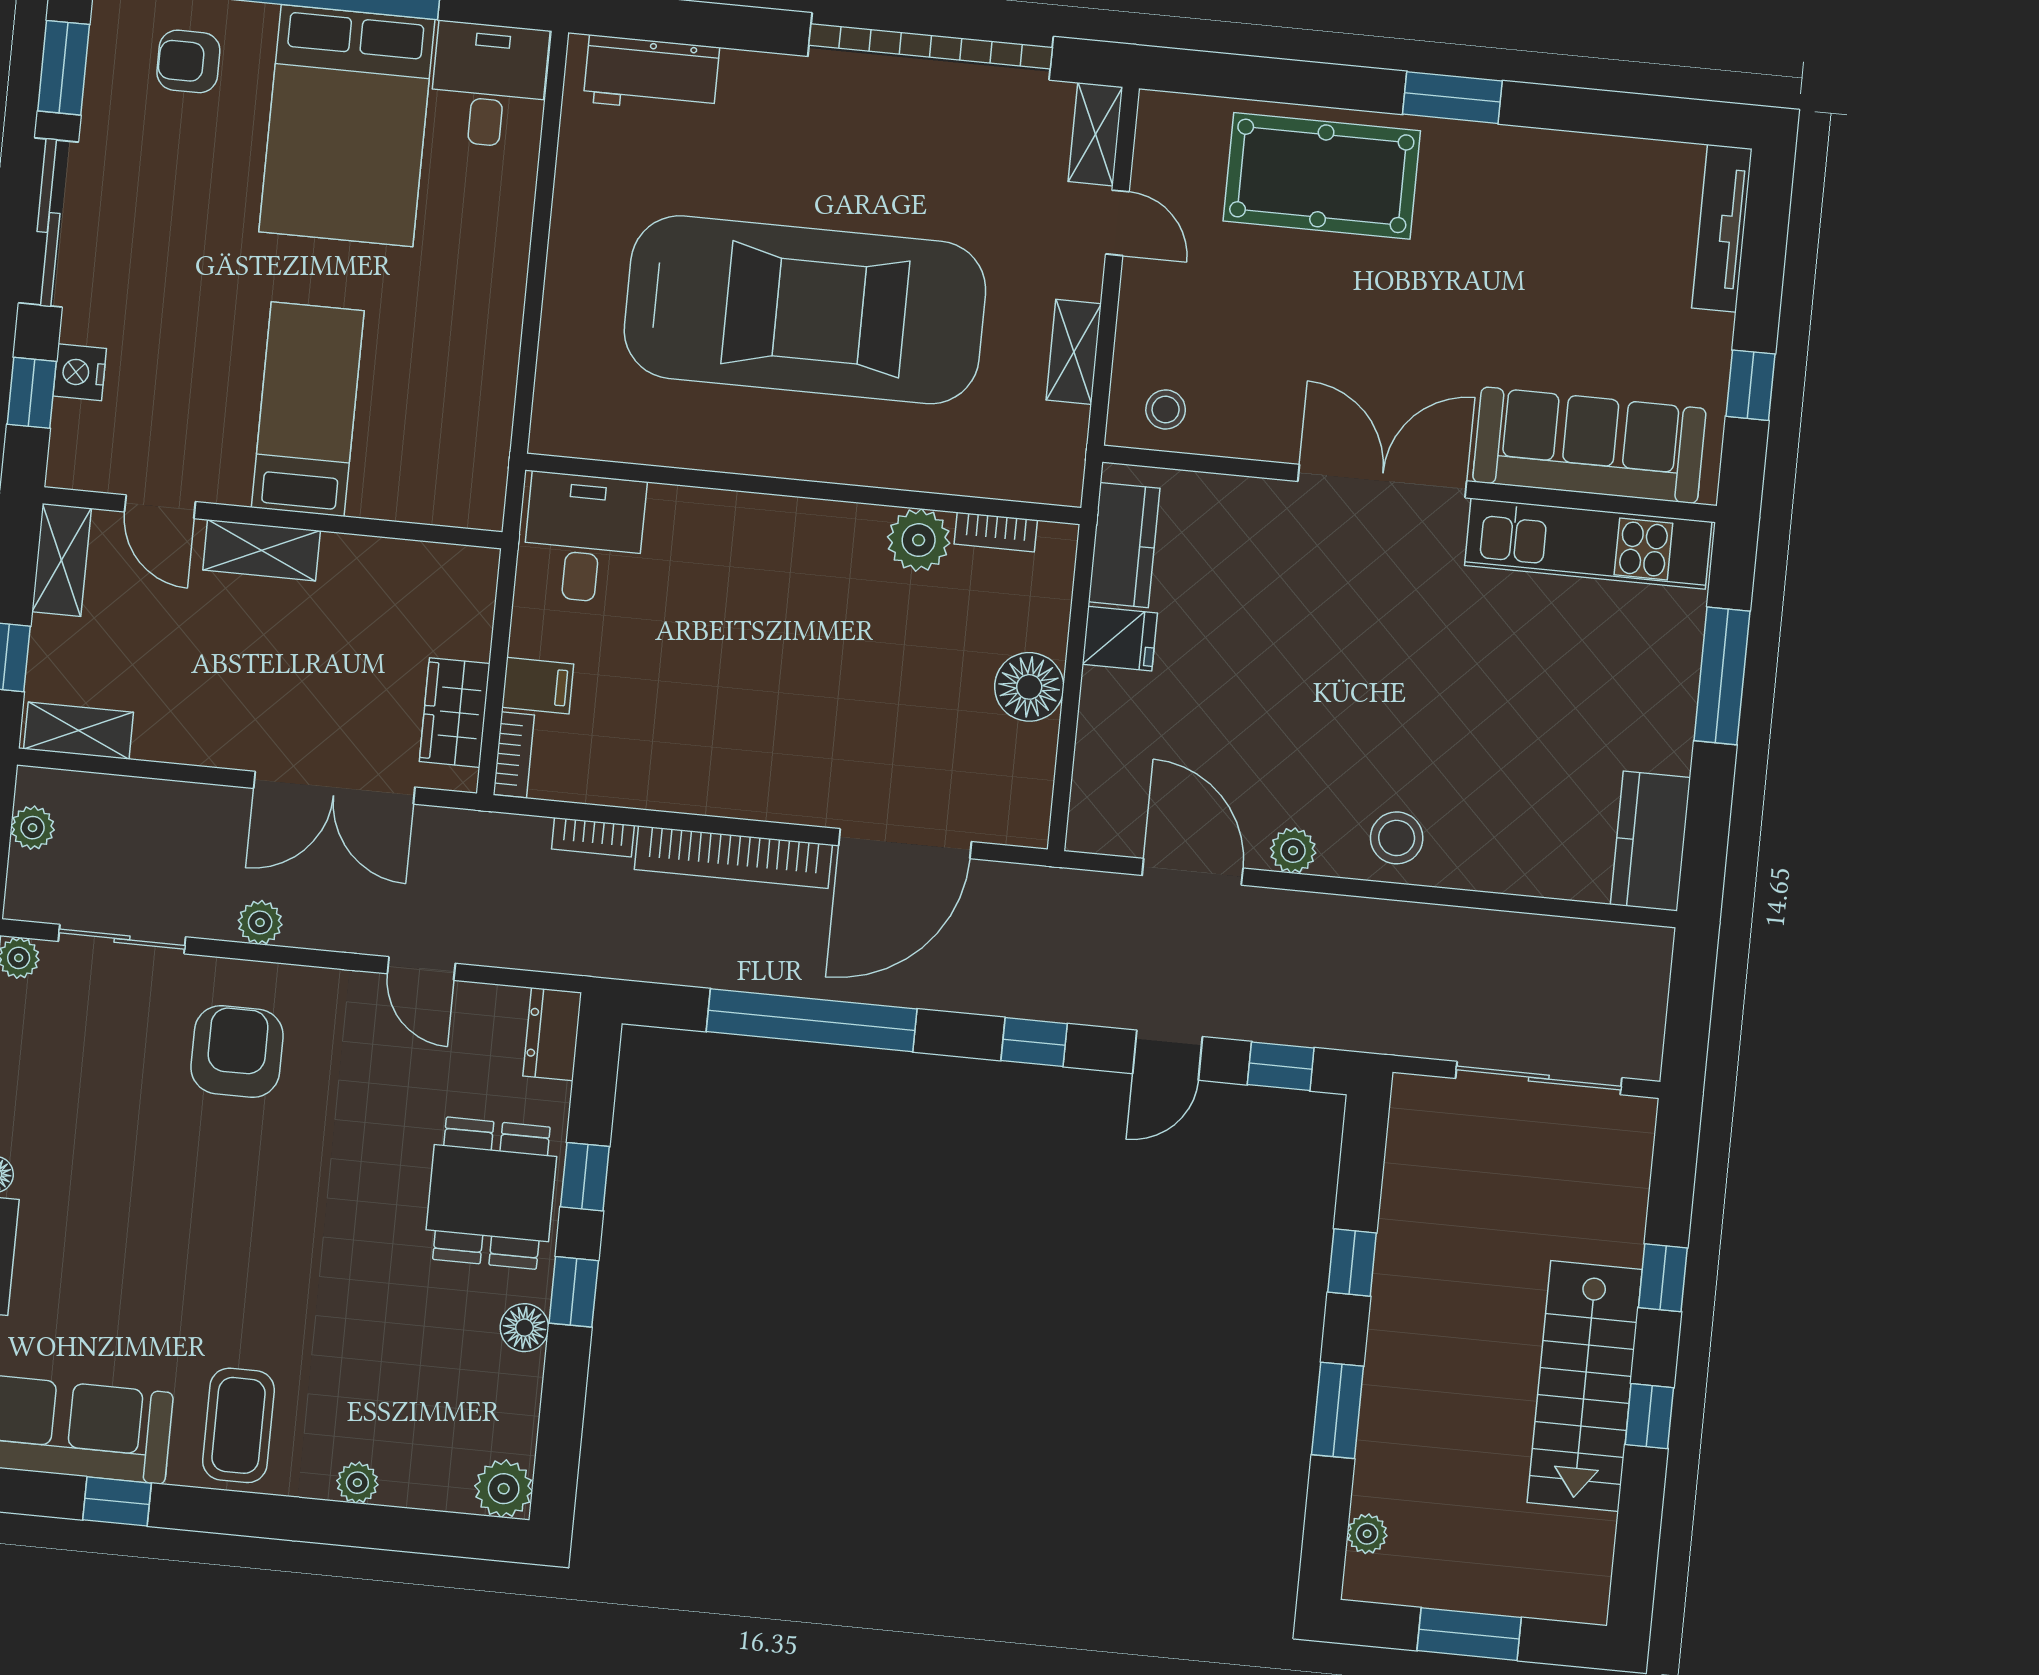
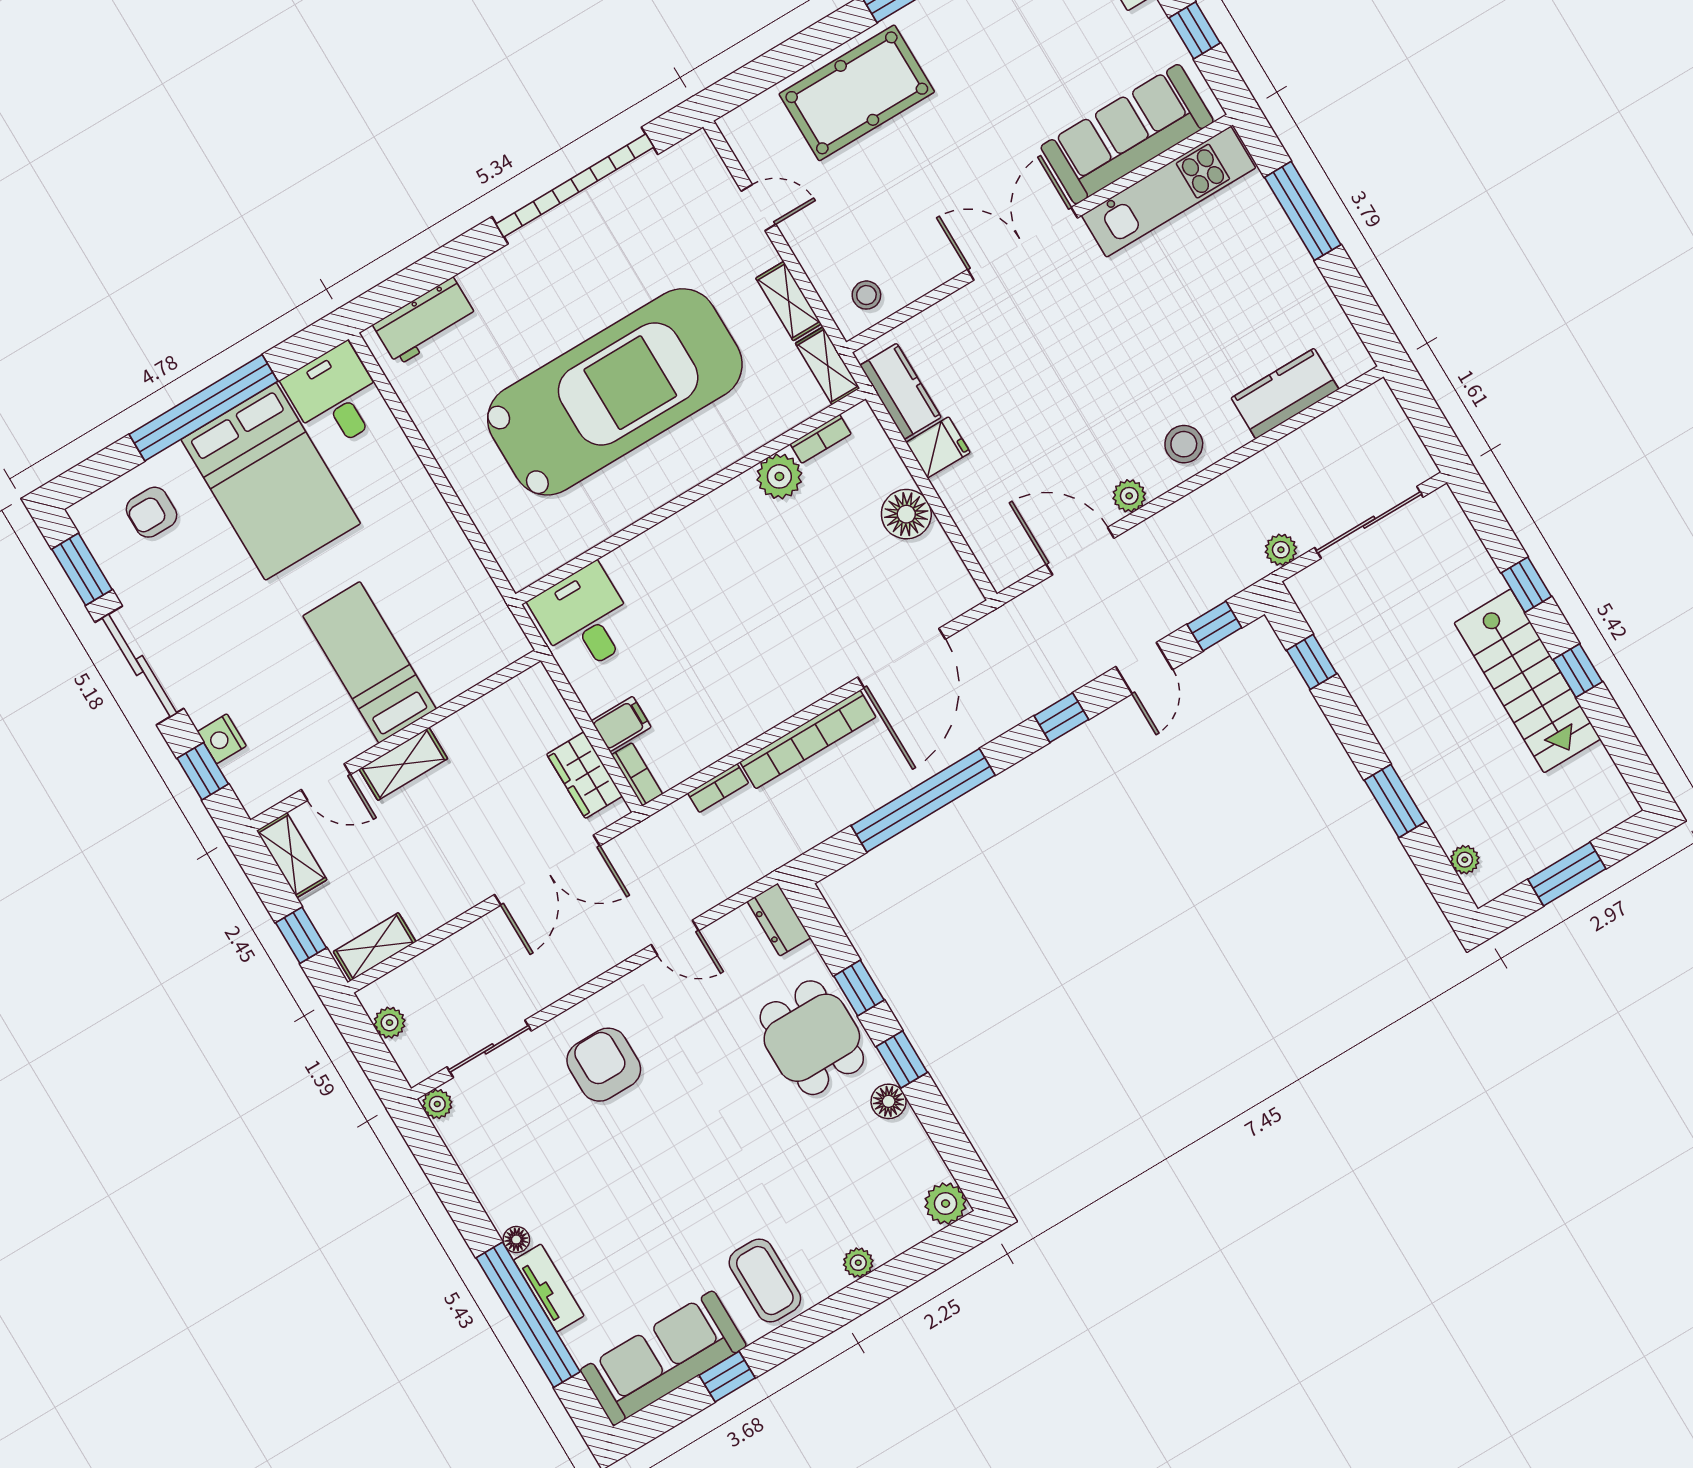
shelving: (1095, 134) -> (828, 366), moved
kitchen counter: (1650, 841) -> (1285, 394), moved, turned 90
plant: (260, 922) -> (1281, 550), moved
window: (1352, 1262) -> (1312, 662), moved

